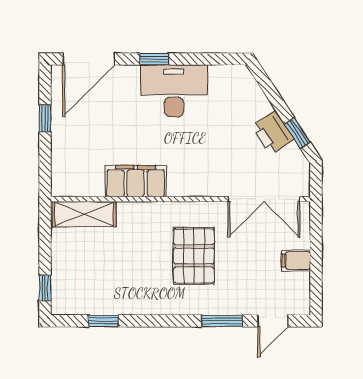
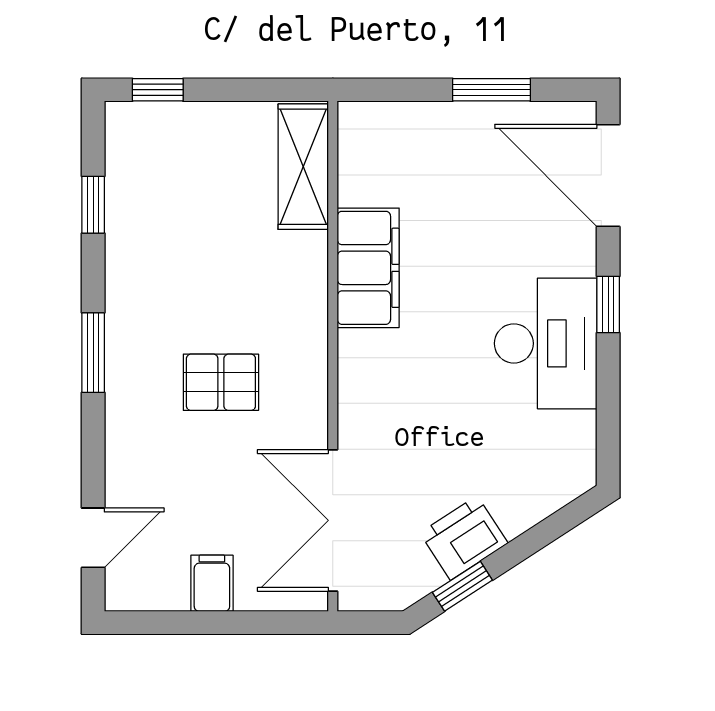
window: (45, 118) -> (492, 90), width x1.50
pallet: (194, 256) -> (221, 382), width x0.67, depth x0.71
window: (222, 321) -> (93, 353), moved
door: (273, 321) -> (93, 538), swing flipped

